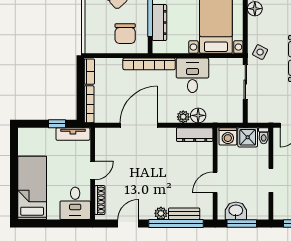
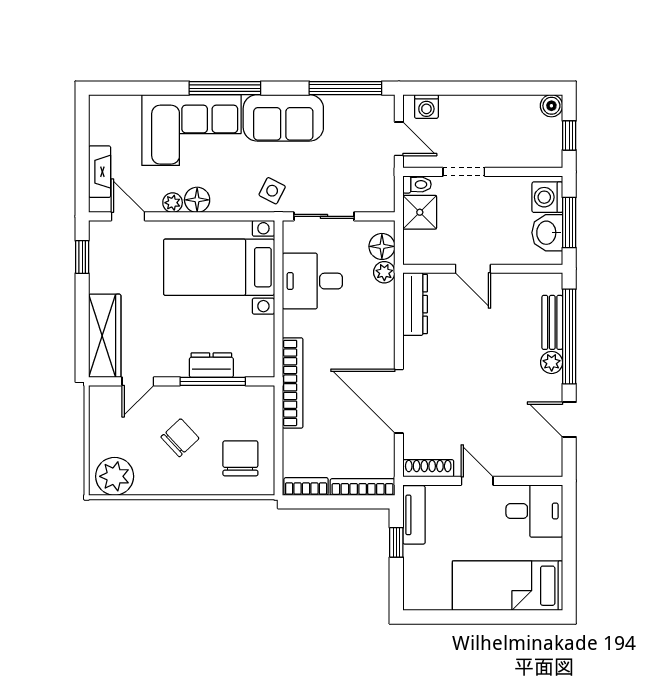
dresser: (159, 23) -> (211, 365), width x0.70
chair: (125, 34) -> (240, 458), moved, turned -90
desk: (192, 75) -> (312, 281), moved
floor lamp: (198, 115) -> (382, 246), moved
plant: (183, 117) -> (384, 272), moved
washing machine: (228, 136) -> (547, 197), moved, turned 180
doorway: (271, 180) -> (464, 172), moved
door: (215, 182) -> (473, 269), moved
shoe rack: (100, 200) -> (428, 468), moved

